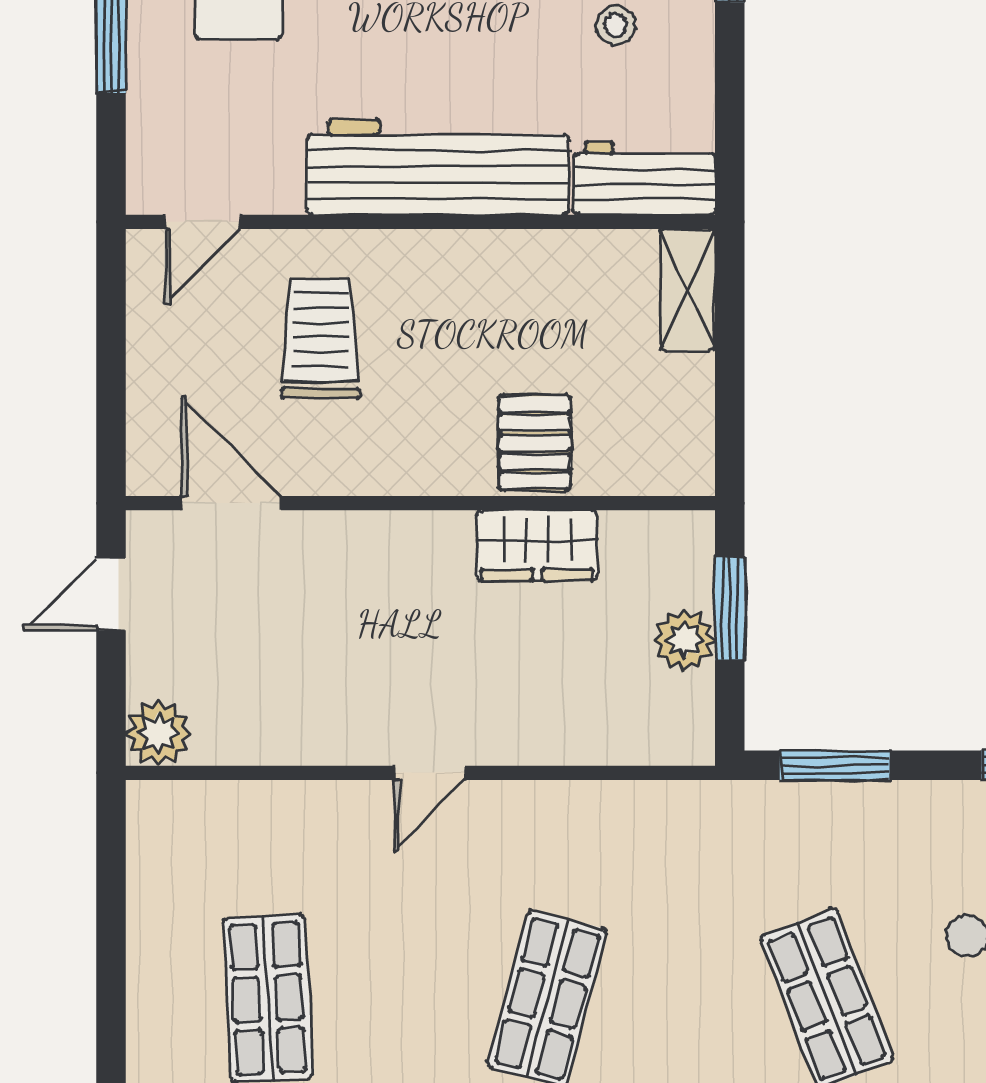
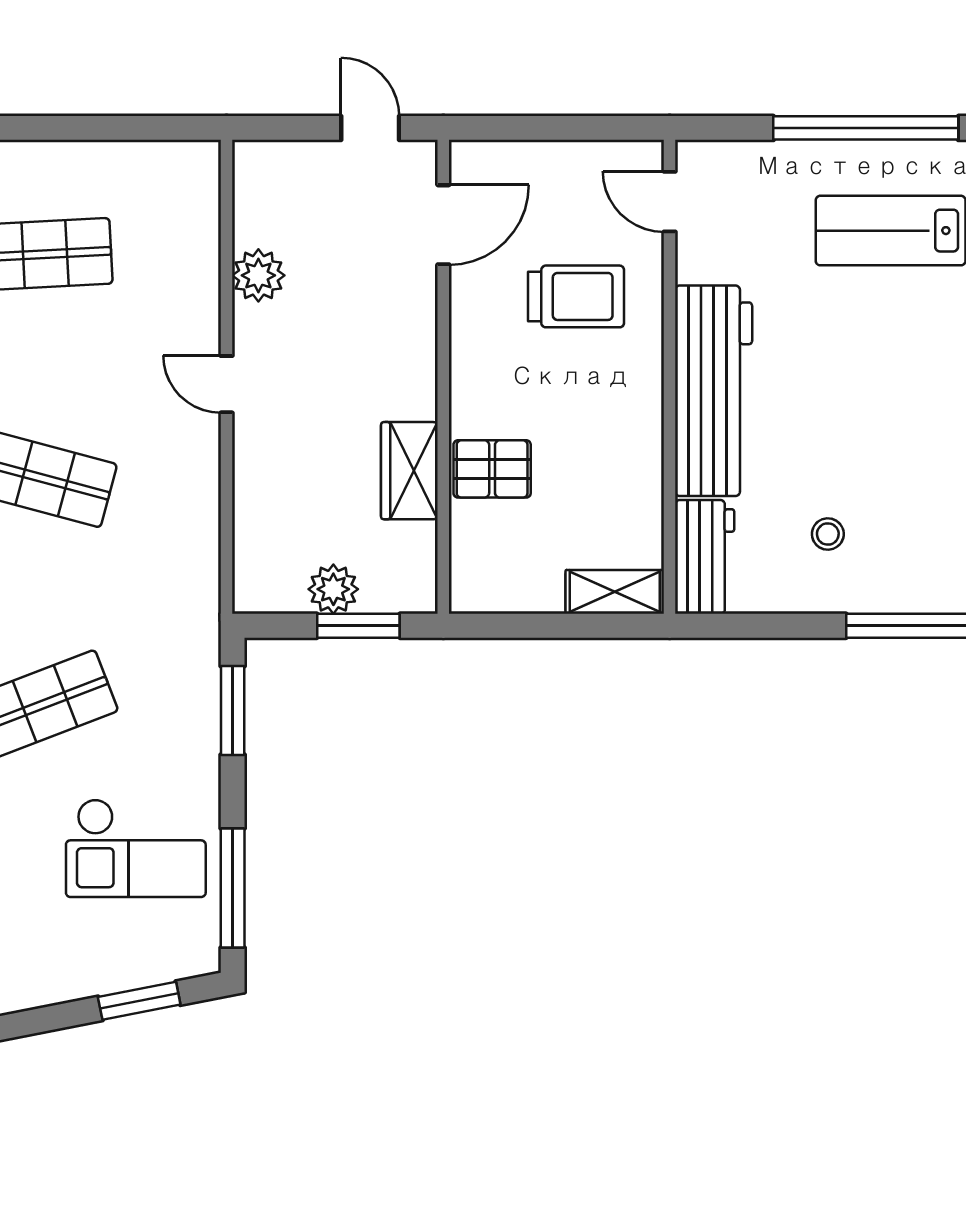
plant: (158, 733) -> (258, 275), moved

